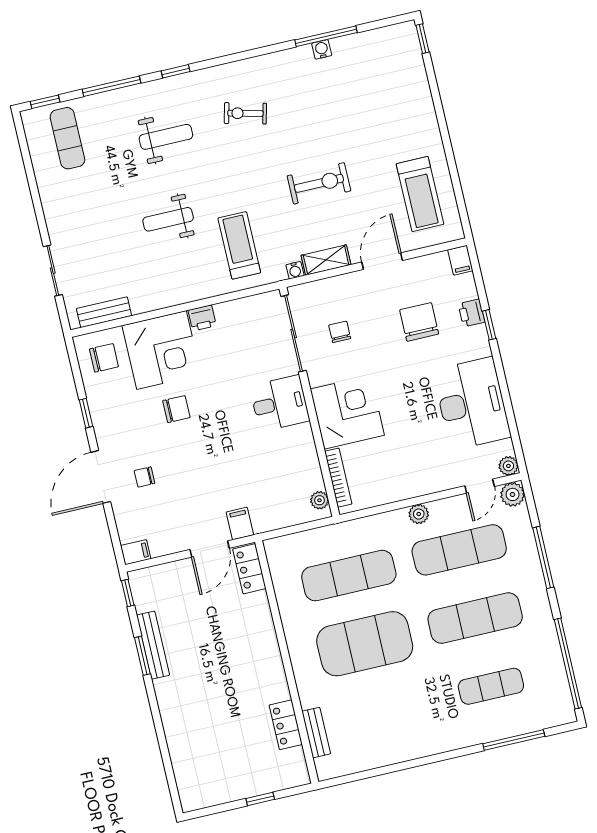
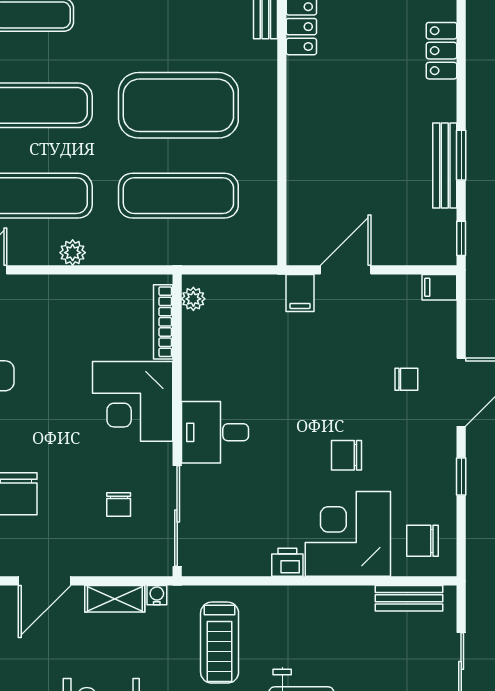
locker: (249, 569) -> (442, 51), moved, turned 180

